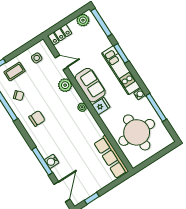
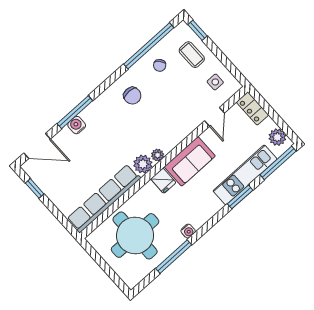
kitchen unit: (121, 70) -> (245, 175), moved
plant: (65, 85) -> (143, 164), moved
row of seats: (111, 157) -> (104, 199), width x1.36

